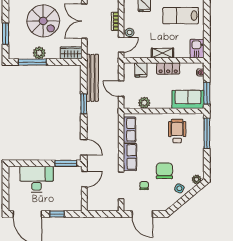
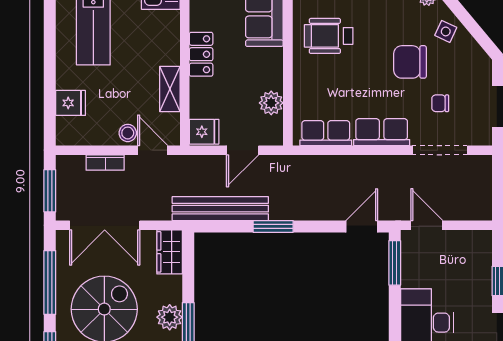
shelving: (162, 53) -> (170, 89), moved
fridge: (141, 70) -> (204, 132), moved

